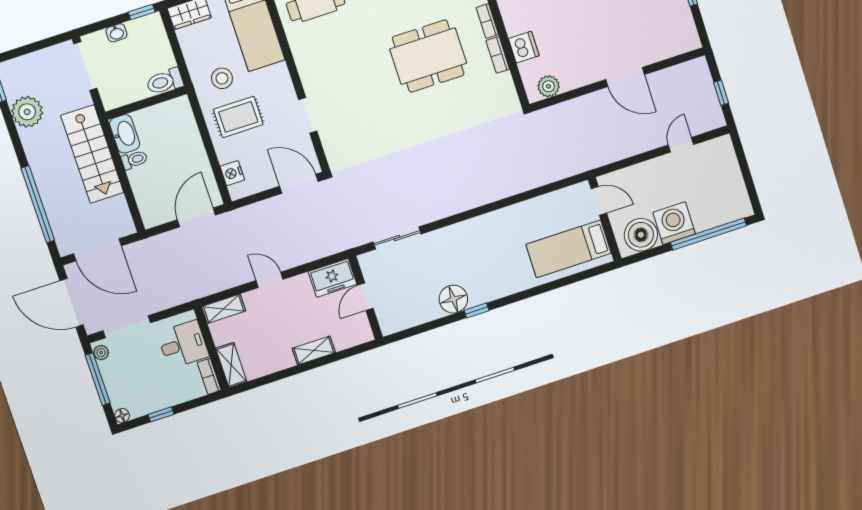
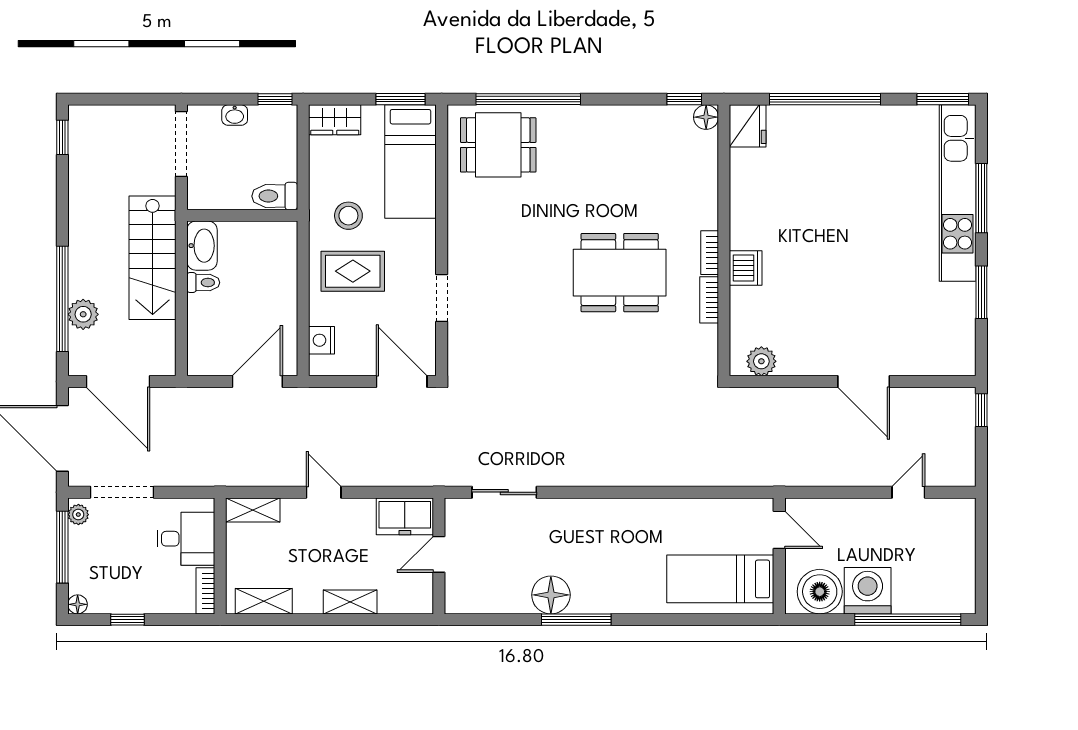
dishwasher: (524, 47) -> (746, 268), moved
window: (721, 93) -> (981, 410), moved
plant: (27, 112) -> (83, 314), moved, width x0.73, depth x0.73
window: (477, 310) -> (576, 620), width x2.17
shelving: (231, 365) -> (264, 601), moved, turned 90

